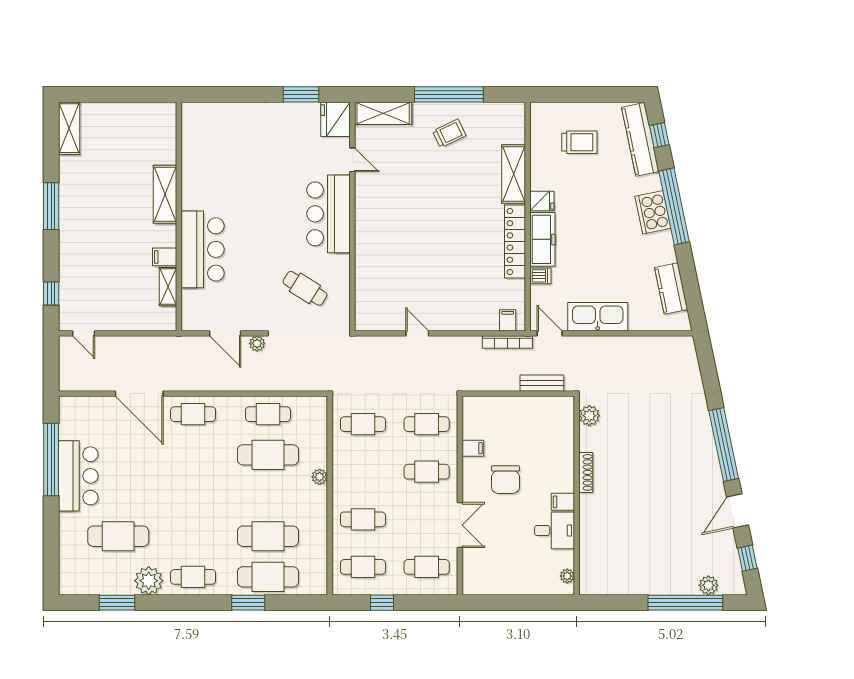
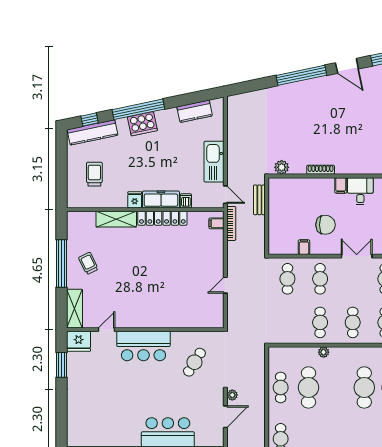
door: (550, 333) -> (225, 195), swing flipped
cafe table: (363, 424) -> (320, 322), moved

